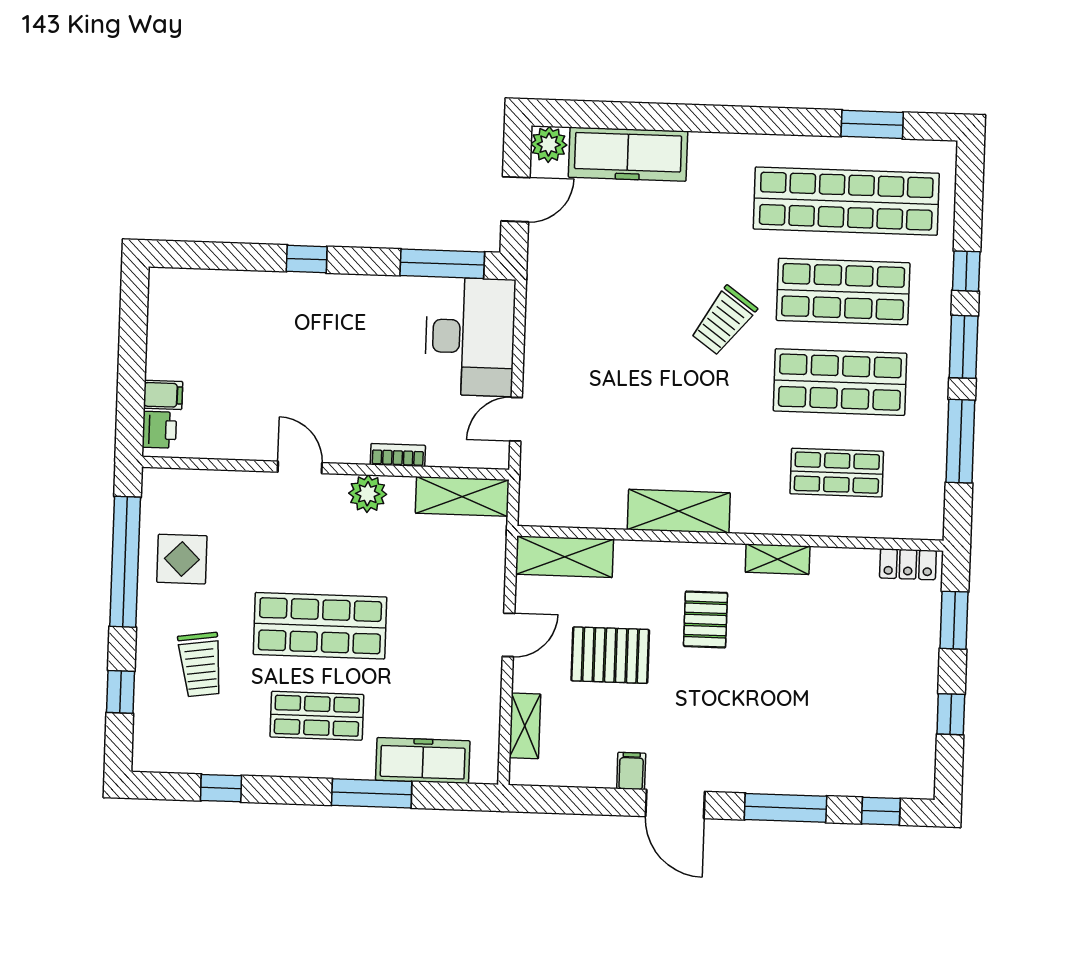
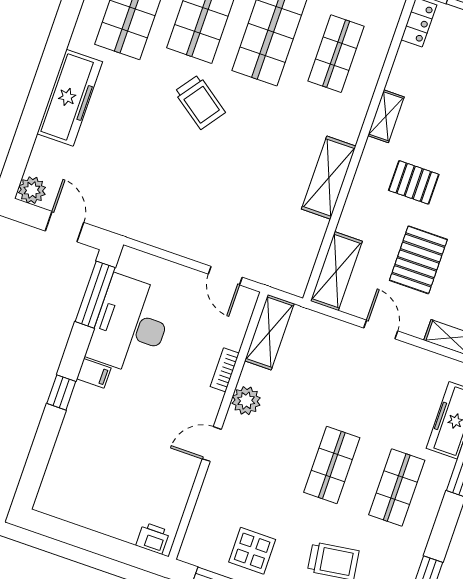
freezer: (628, 154) -> (70, 98), moved
desk: (470, 337) -> (131, 325), moved, turned -90
filing cabinet: (163, 395) -> (94, 373), moved, turned 90
shop shelf: (320, 626) -> (332, 465), width x0.70, depth x0.74

